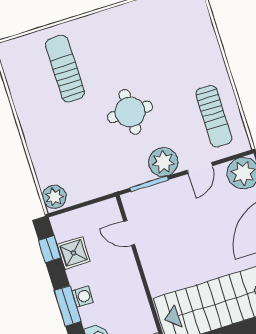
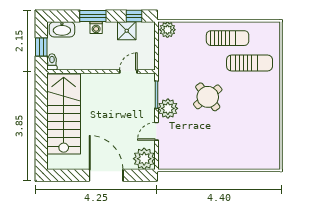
round table: (130, 112) -> (208, 97), turned -38
sun lounger: (214, 116) -> (228, 38), moved, turned 180
door: (200, 168) -> (156, 131), hinge flipped

